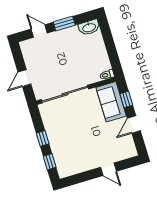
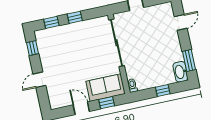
window: (64, 23) -> (189, 60), moved
window: (109, 44) -> (163, 91), added
window: (77, 179) -> (33, 48), added

